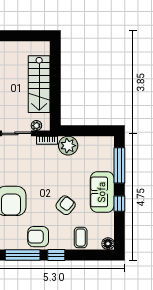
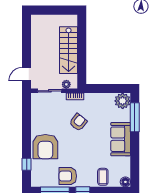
plant: (68, 146) -> (123, 101), moved
window: (119, 204) -> (135, 149), removed
armchair: (66, 205) -> (78, 122), moved

